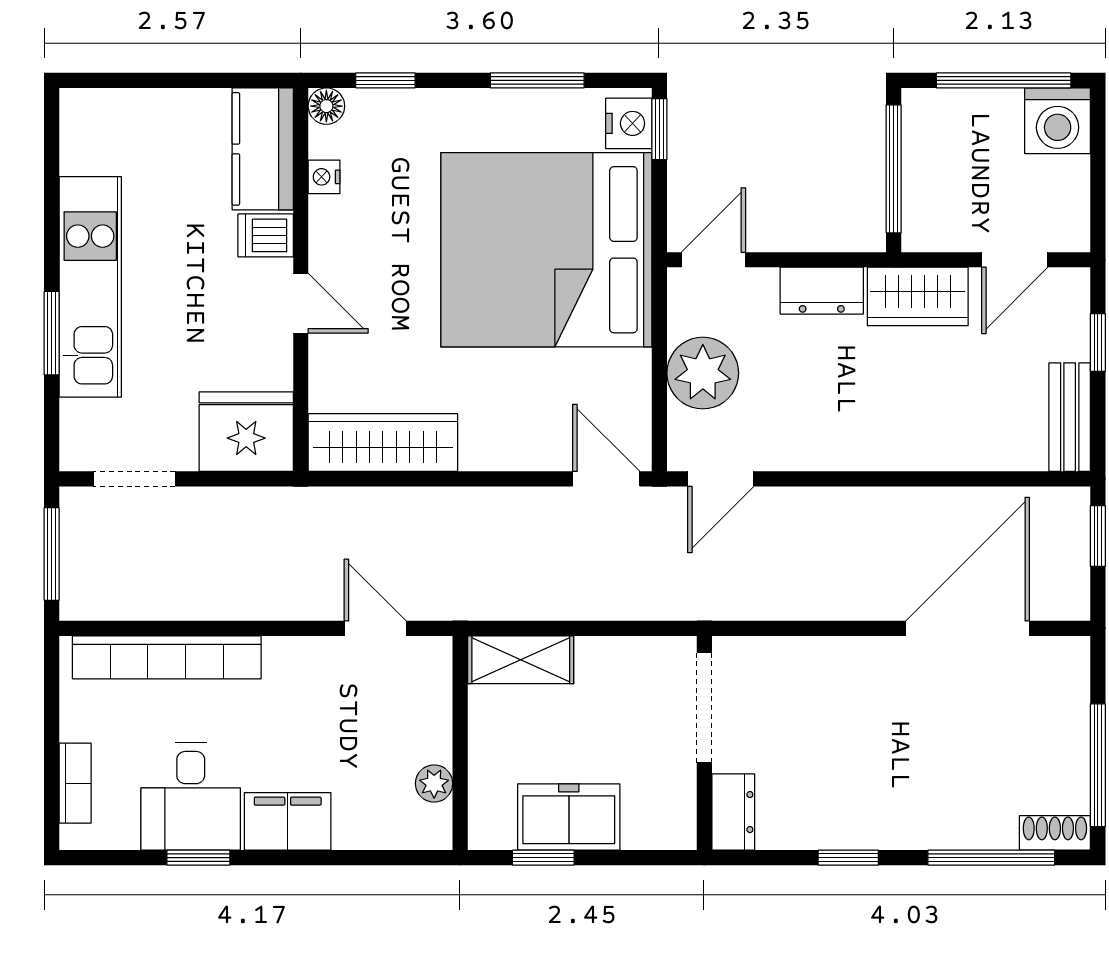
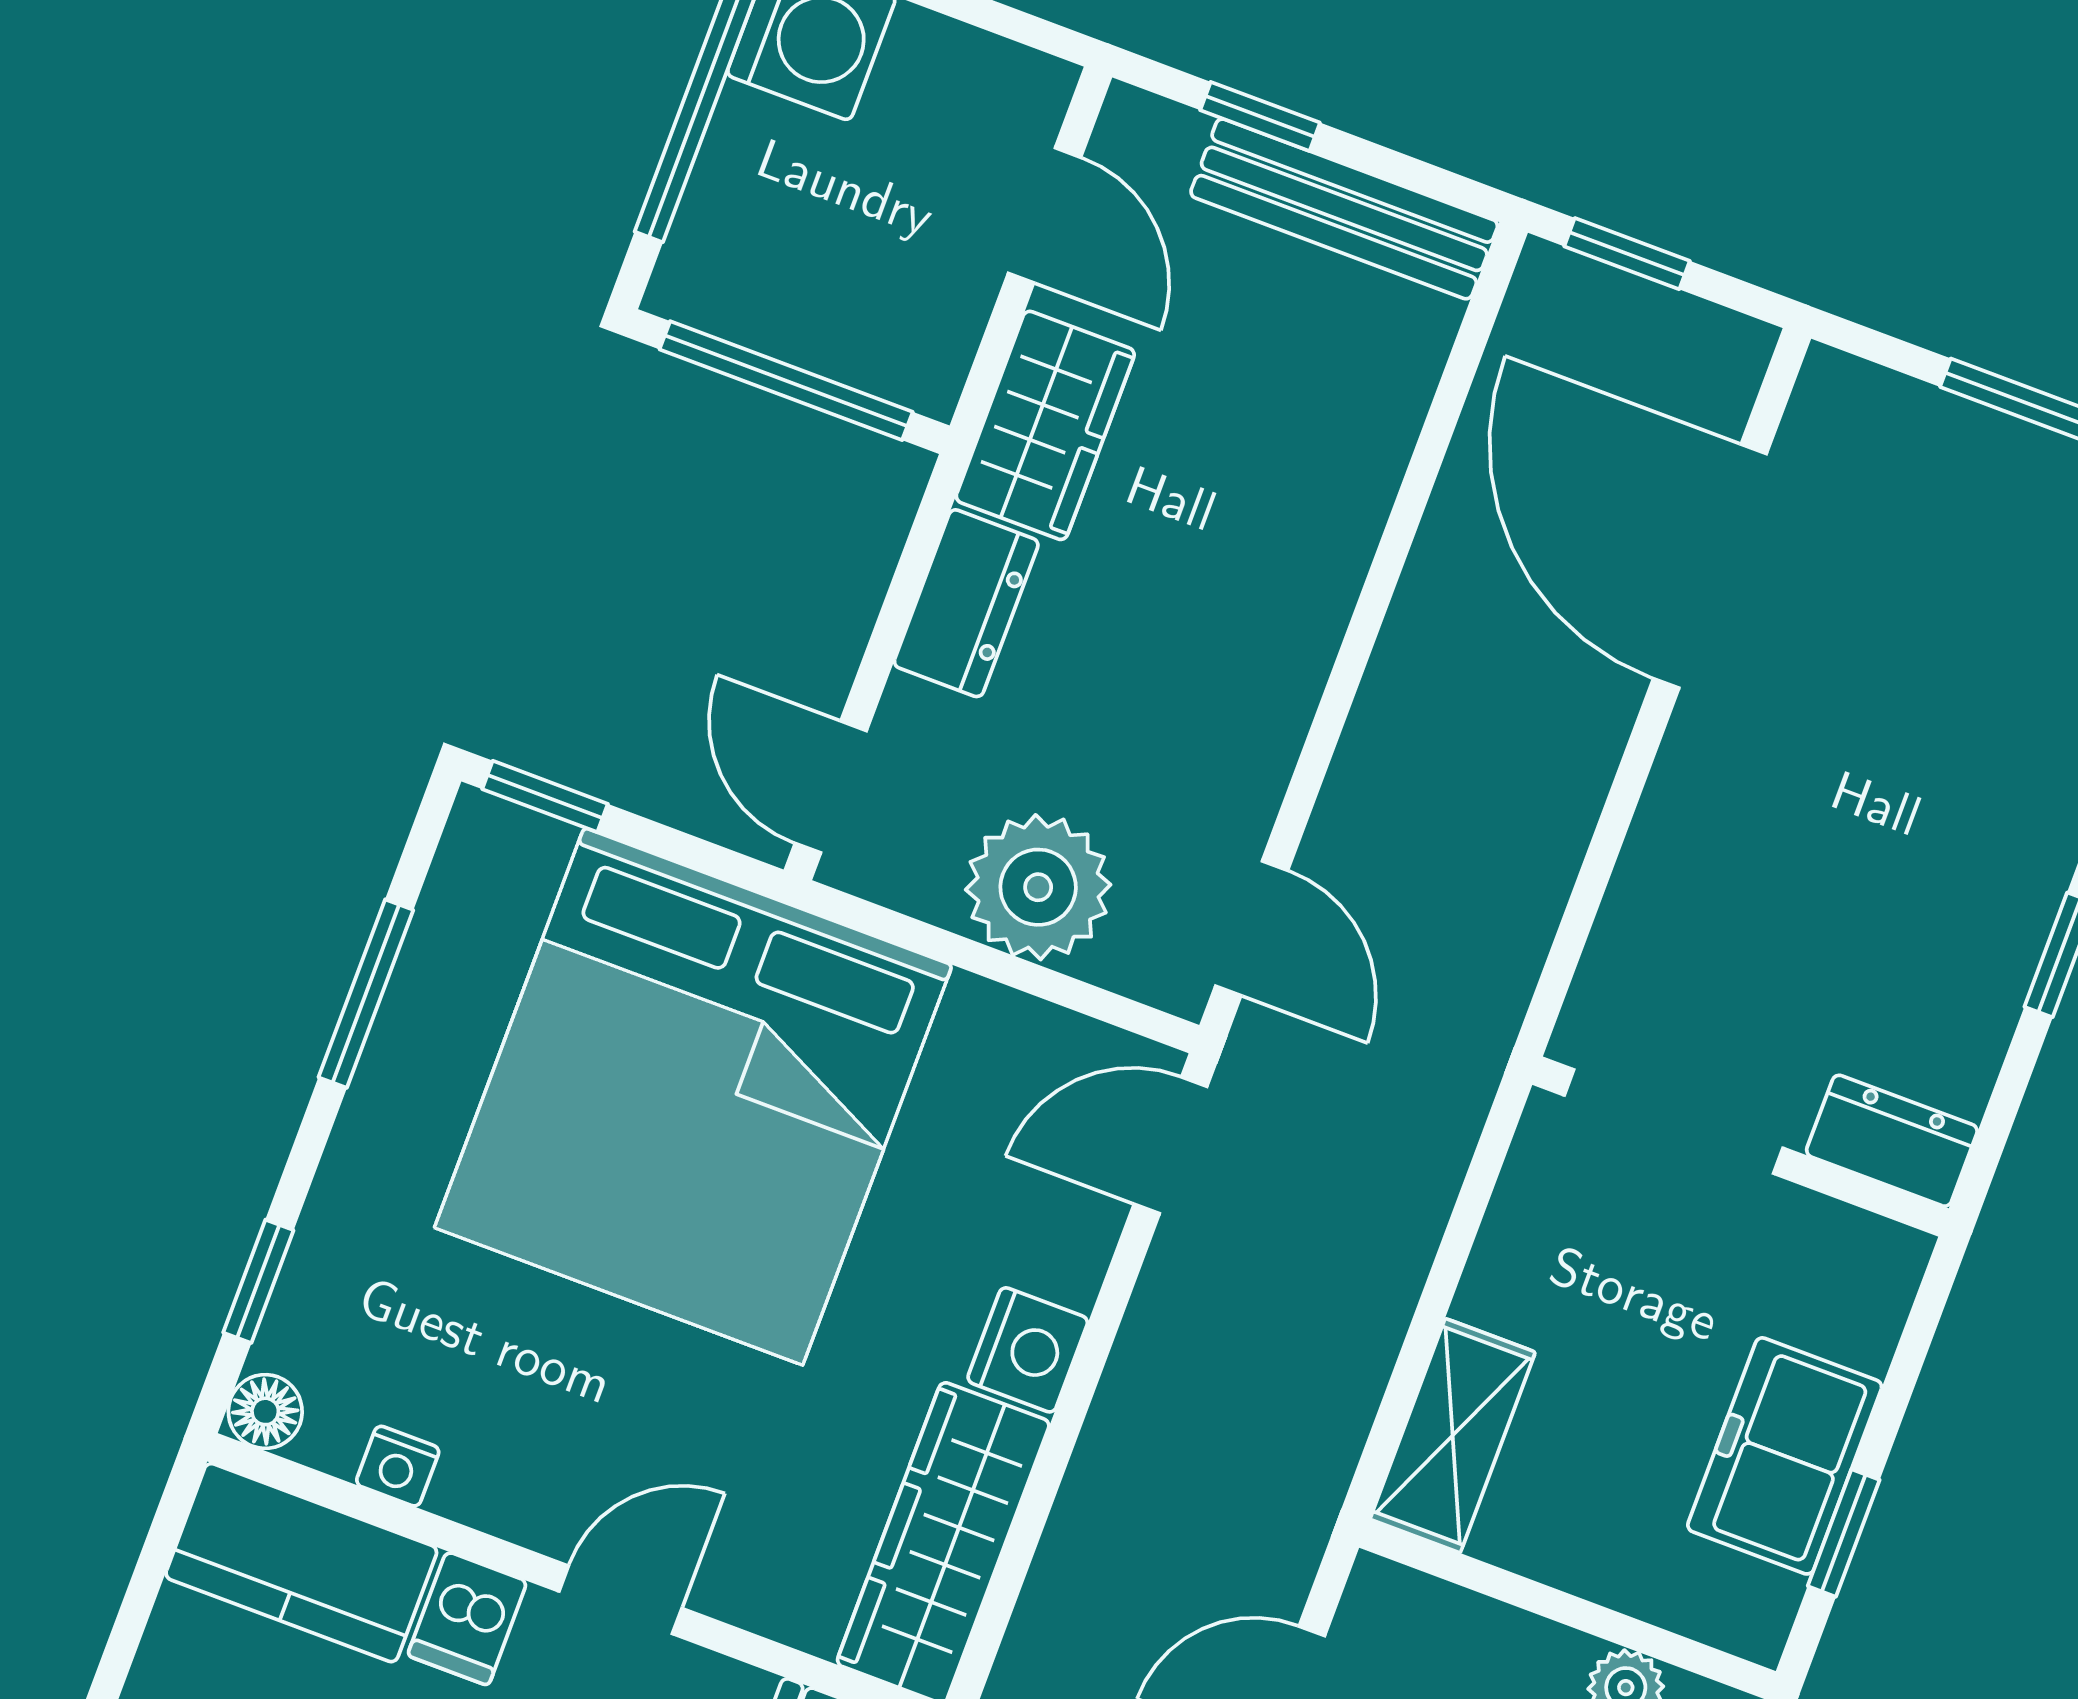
nightstand: (629, 123) -> (1028, 1350), moved, turned 90
bench: (1070, 417) -> (1344, 209), width x1.36

